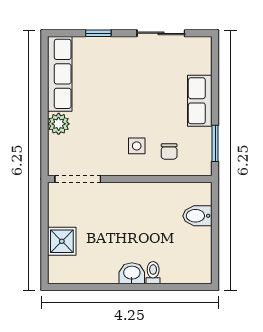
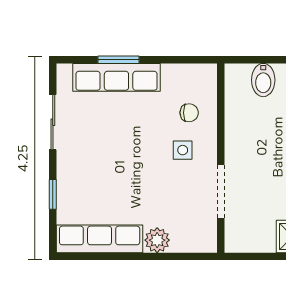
row of seats: (200, 101) -> (116, 77), width x1.48
window: (215, 143) -> (119, 60), moved
doorway: (78, 179) -> (221, 191), moved

